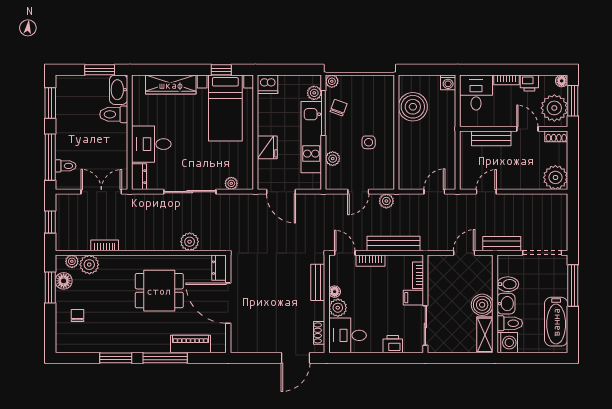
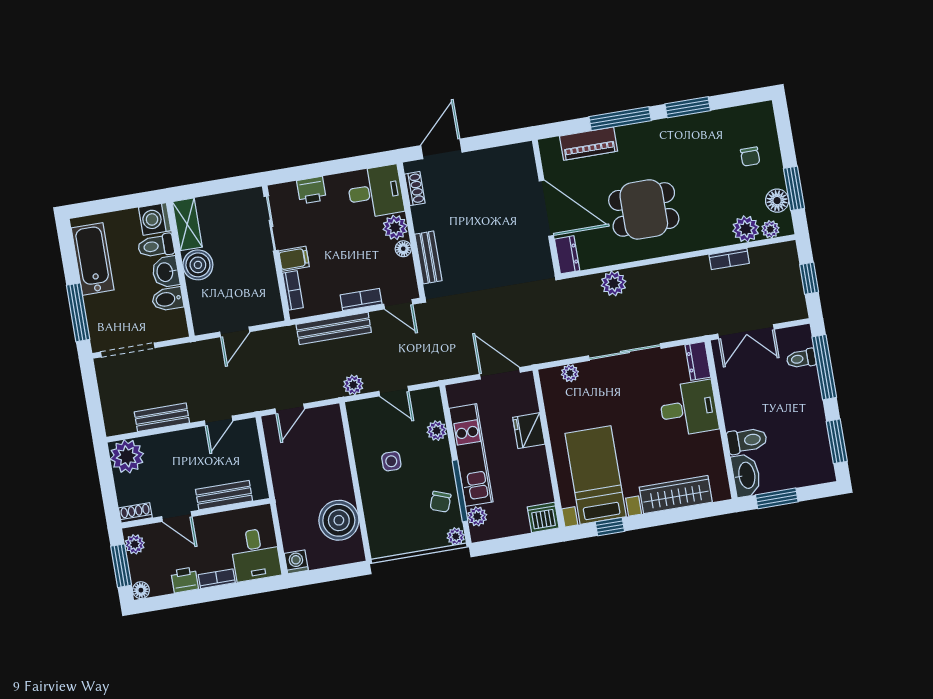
plant: (554, 108) -> (135, 544), width x0.53, depth x0.53
door: (358, 192) -> (394, 391), swing flipped
bench: (502, 244) -> (162, 417), moved

